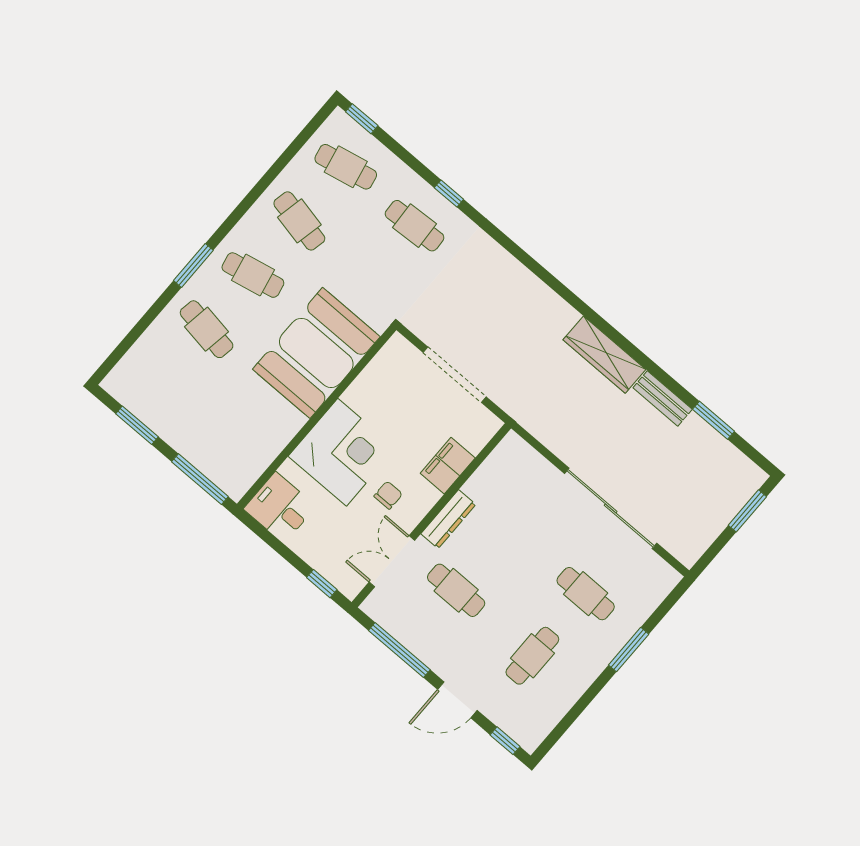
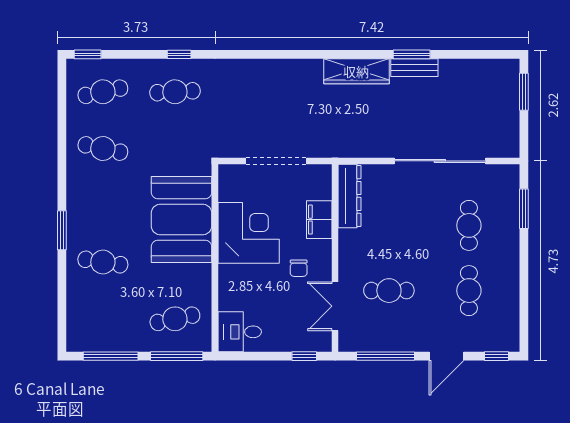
cafe table: (253, 275) -> (175, 319), moved
window: (713, 420) -> (412, 54), moved
window: (137, 425) -> (111, 356), width x1.44
corner desk: (342, 452) -> (249, 233), moved
chair: (388, 495) -> (299, 268), turned 180
dresser: (448, 519) -> (350, 196), moved, width x1.37, depth x1.24
cafe table: (586, 594) -> (469, 225), turned 90
window: (629, 650) -> (524, 209), moved

